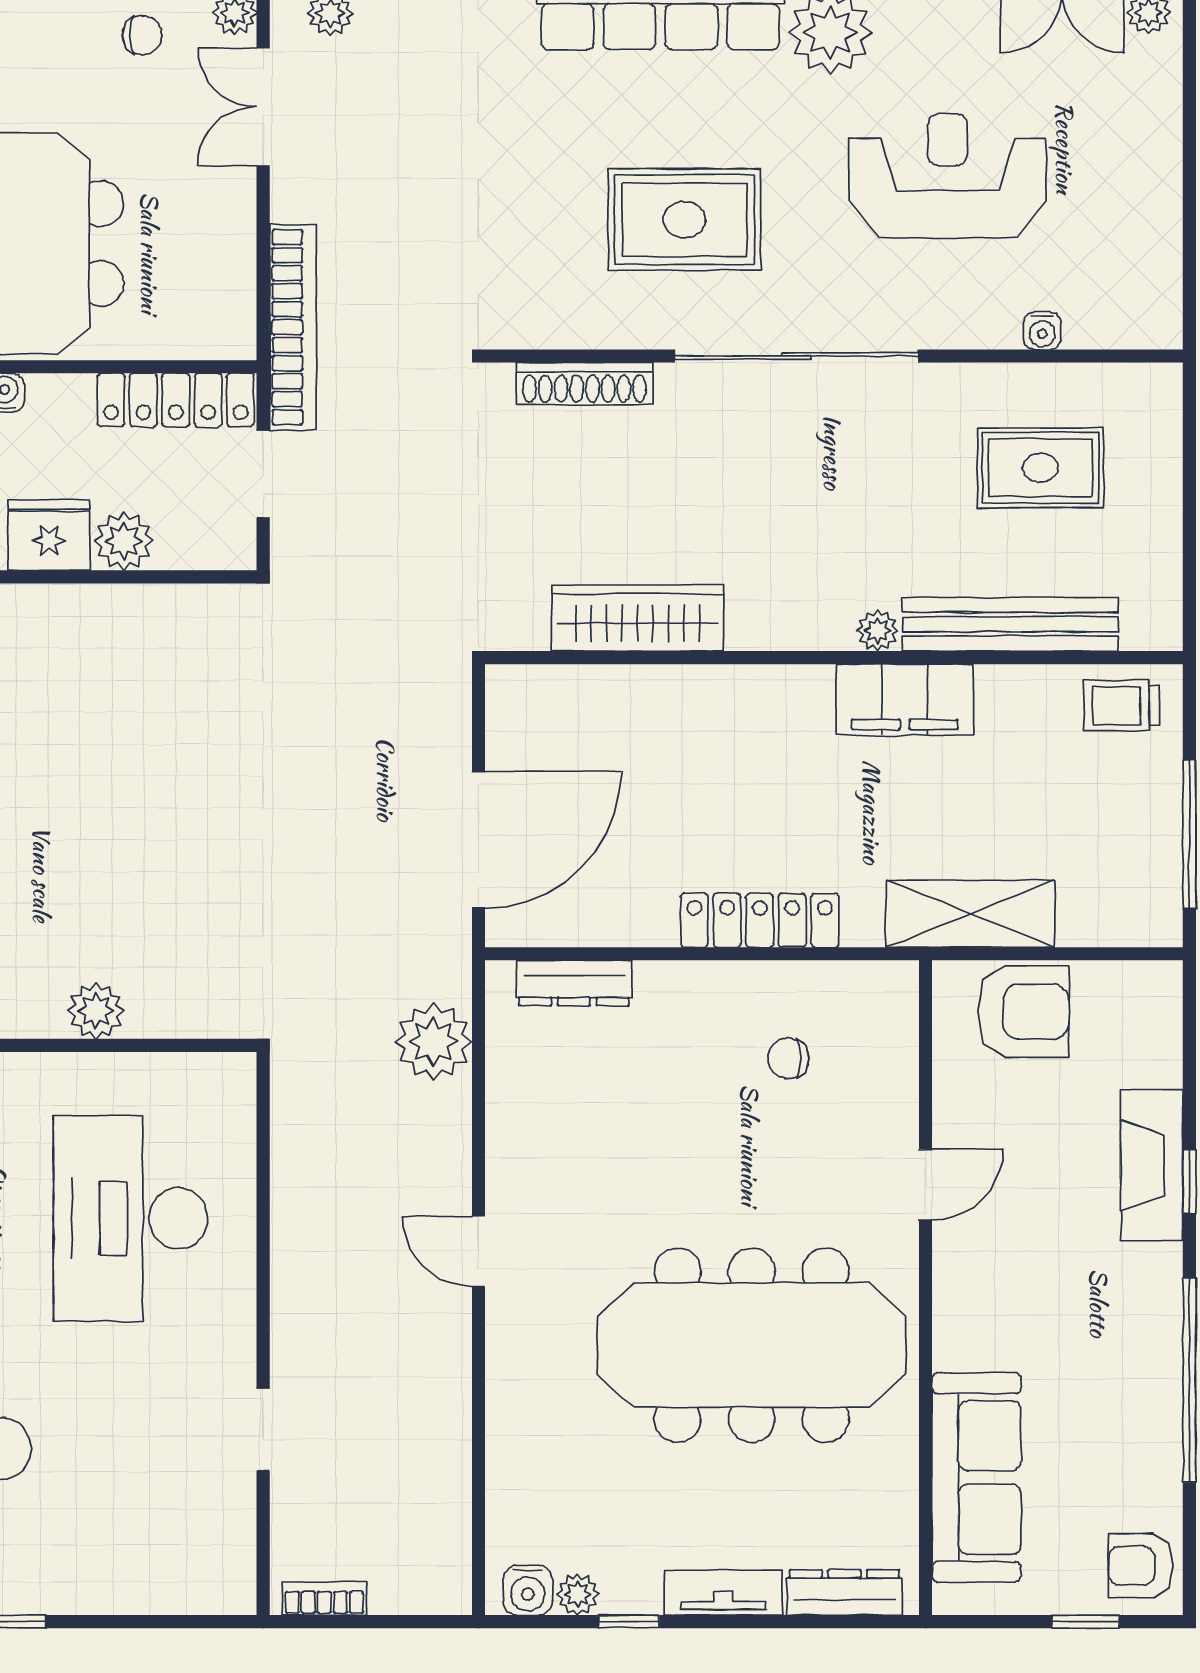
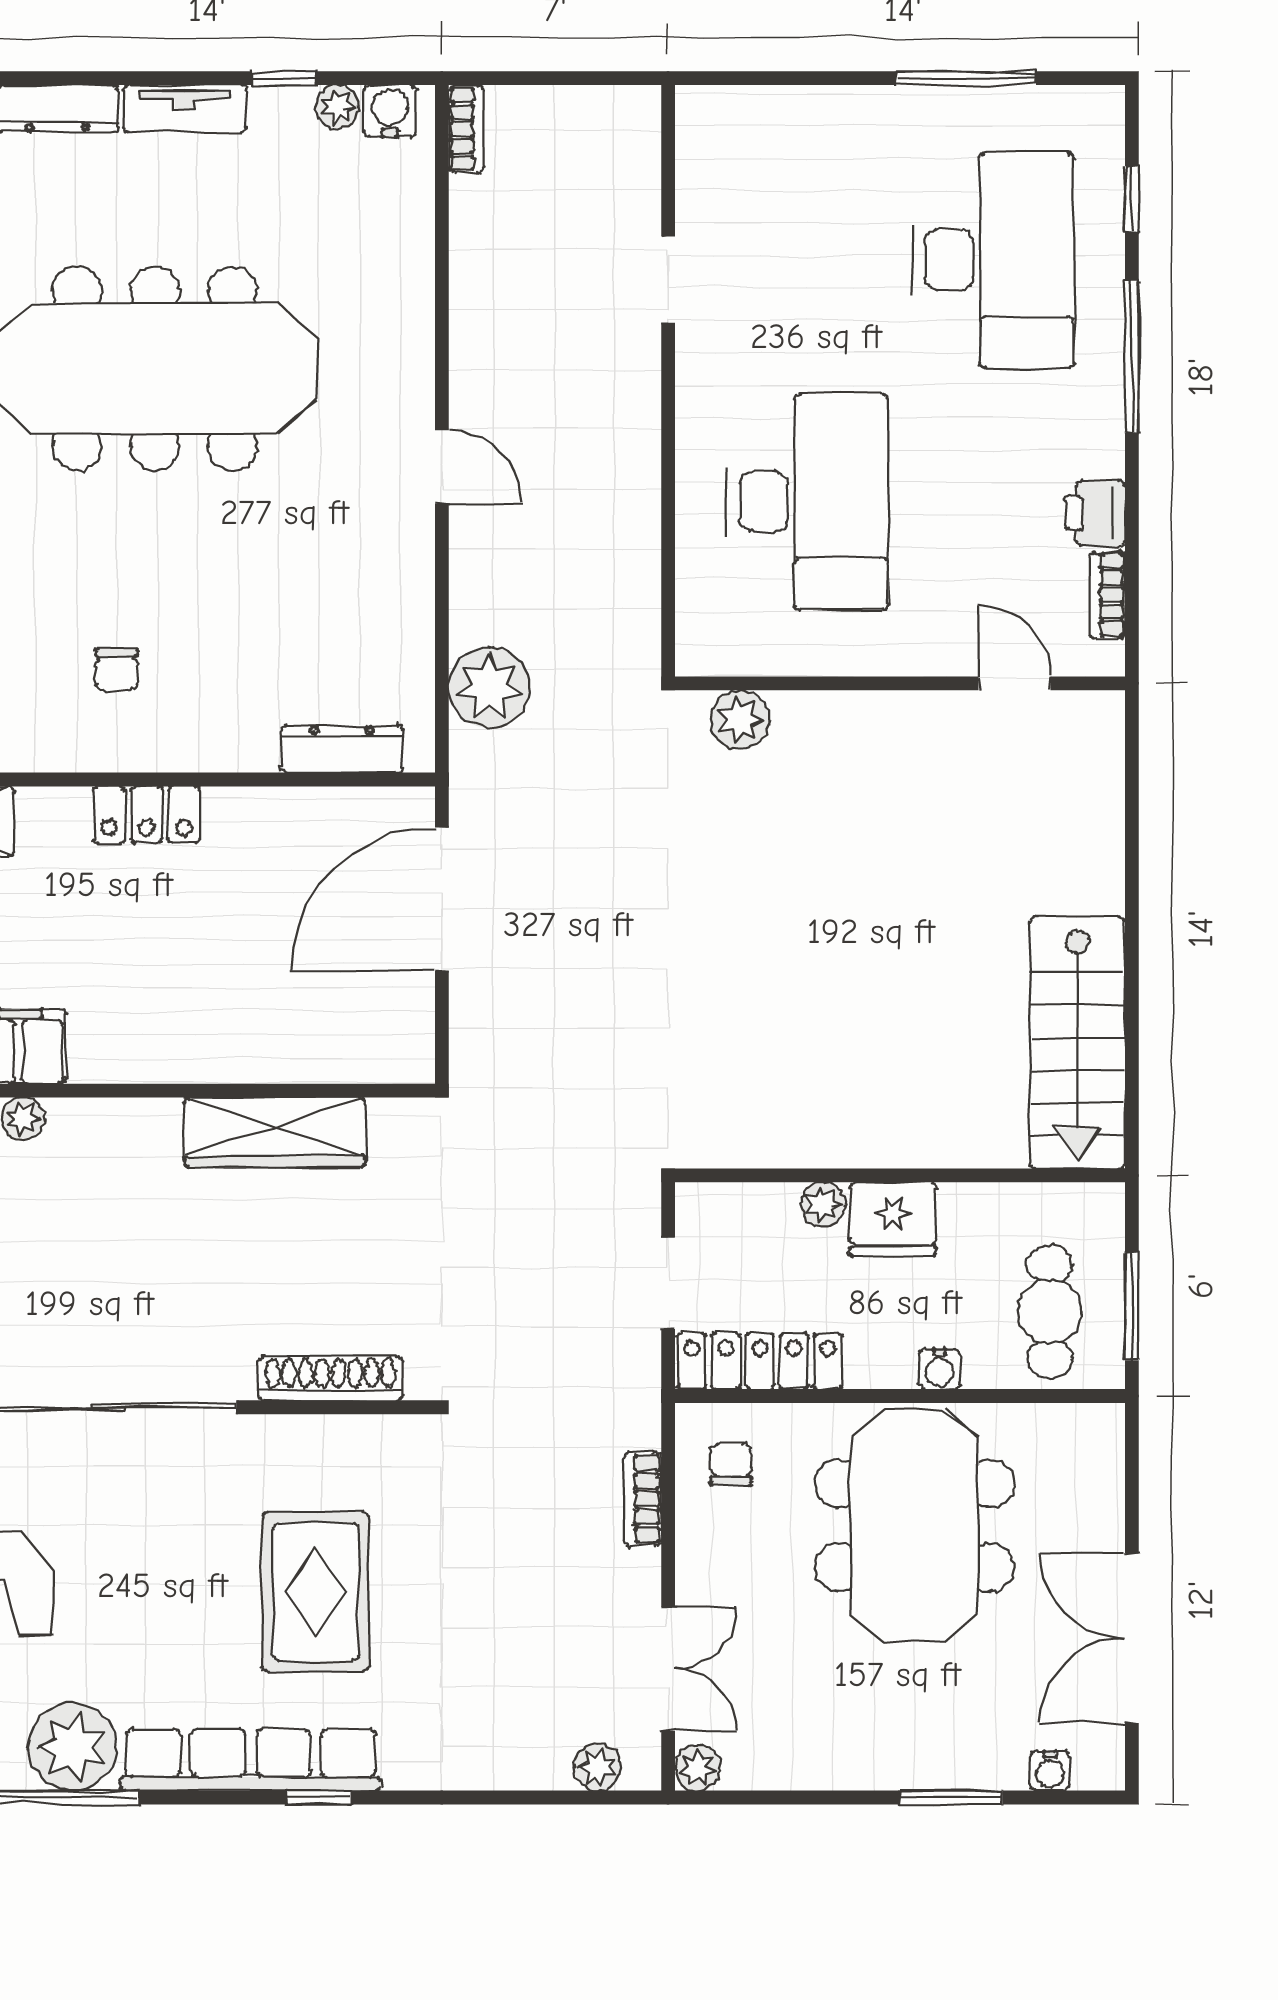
chair: (142, 35) -> (731, 1464), moved, turned 90
rug: (684, 220) -> (316, 1592), moved, turned 90
bookcase: (293, 327) -> (643, 1499), width x0.43, depth x0.76
plant: (124, 541) -> (823, 1205), width x0.73, depth x0.73
locker: (760, 920) -> (147, 815), width x0.66
plant: (96, 1011) -> (740, 720), moved
chair: (788, 1058) -> (117, 670), turned 90
bookcase: (324, 1598) -> (466, 129), moved, turned -90

